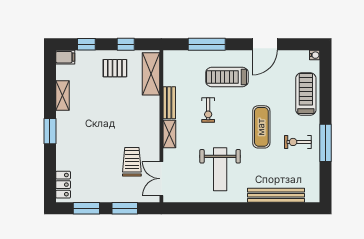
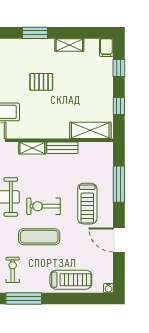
pallet: (115, 68) -> (41, 82), moved, turned 90
treadmill: (227, 77) -> (87, 204), turned 180
exercise bike: (208, 110) -> (44, 206), moved, width x1.38, depth x1.39
exercise bike: (298, 142) -> (13, 270), moved

